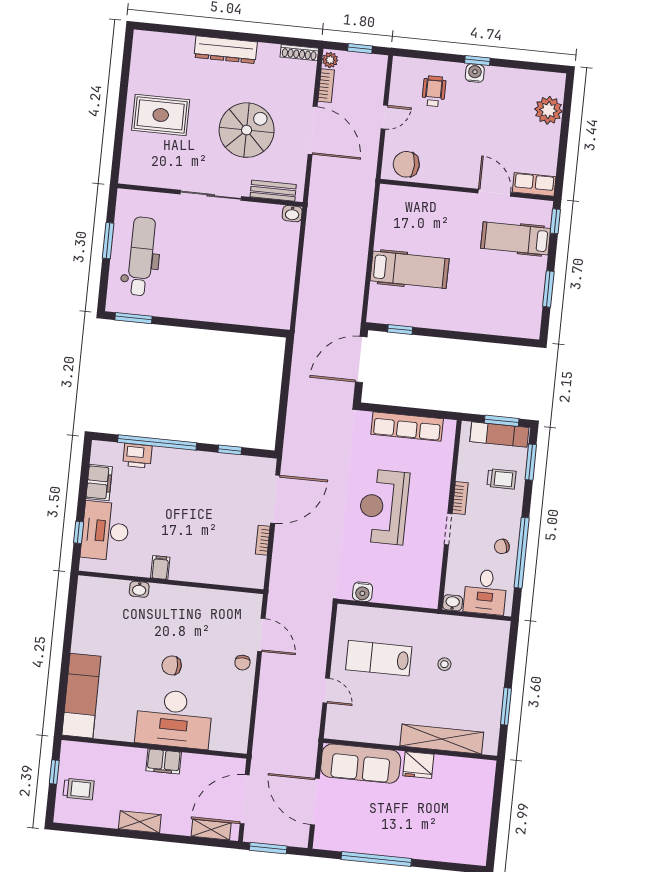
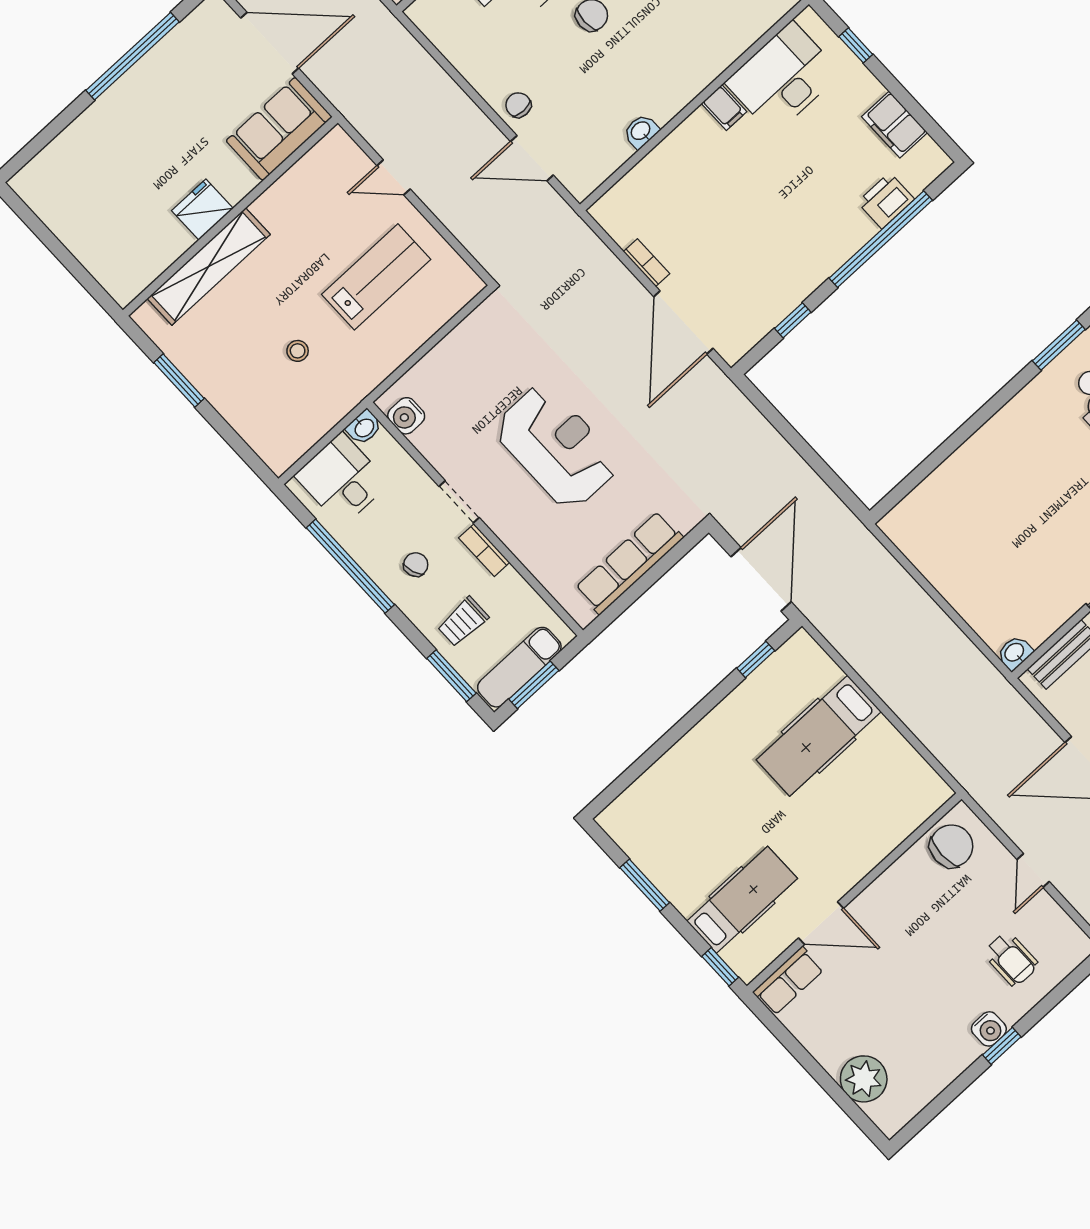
desk: (105, 531) -> (783, 78), moved, turned -90
chair: (502, 546) -> (416, 565), moved
washbasin: (139, 589) -> (641, 131), moved
water cooler: (363, 592) -> (406, 416), moved, turned -90
sofa: (361, 764) -> (279, 129), width x0.73

